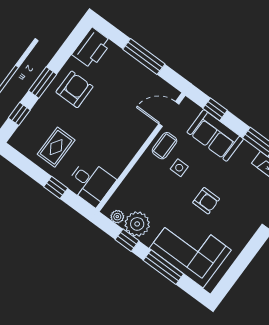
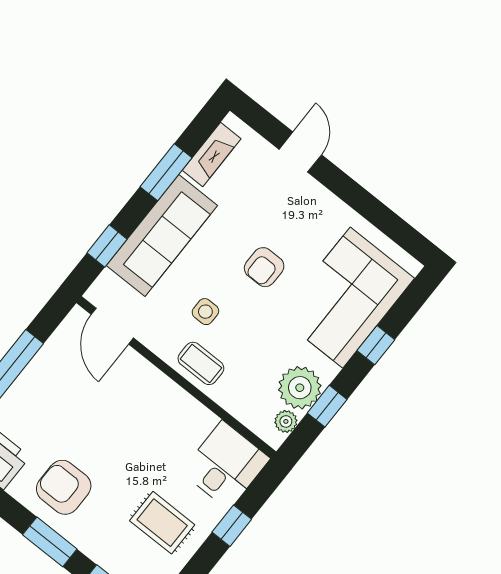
sofa: (215, 136) -> (162, 235), width x1.36
coffee table: (164, 146) -> (201, 363), moved
armchair: (206, 201) -> (264, 267), turned 180
window: (163, 267) -> (376, 345), width x0.46

